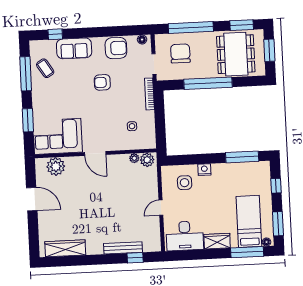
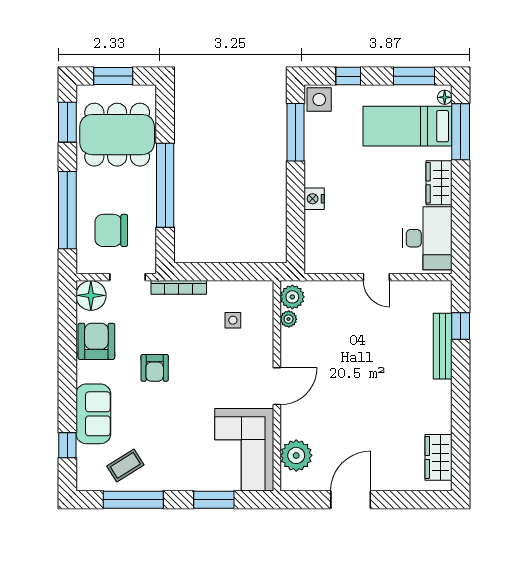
floor lamp: (142, 40) -> (91, 295), width x1.89, depth x1.89
side table: (185, 183) -> (319, 99), moved
wardrobe: (65, 248) -> (439, 457), width x0.67

